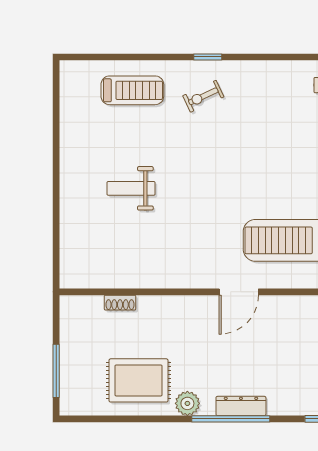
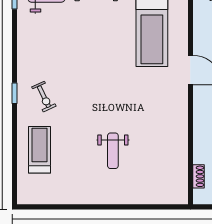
shoe rack: (120, 303) -> (199, 176), moved

